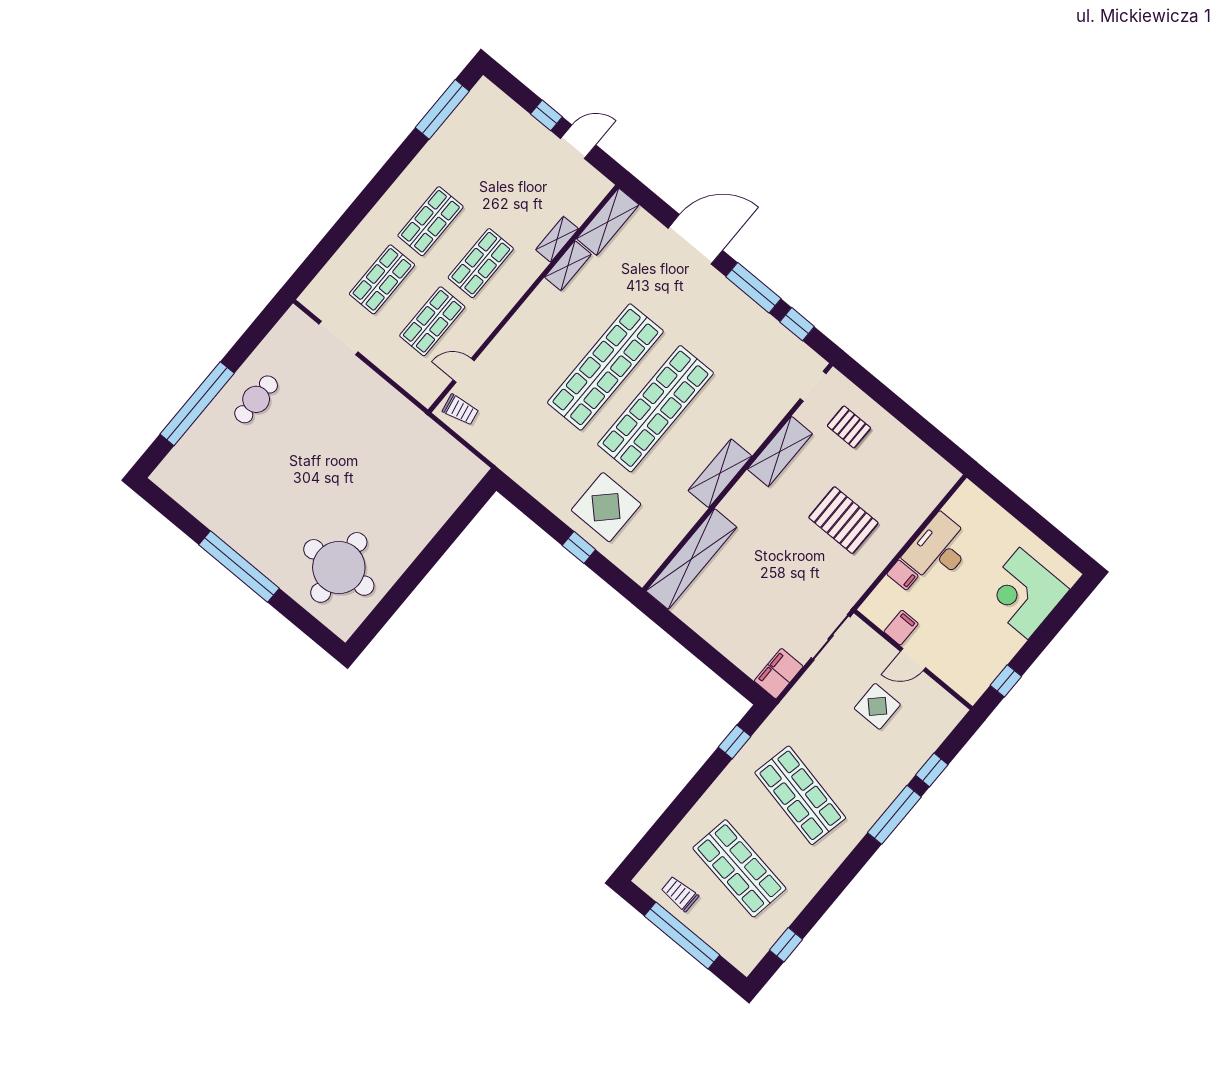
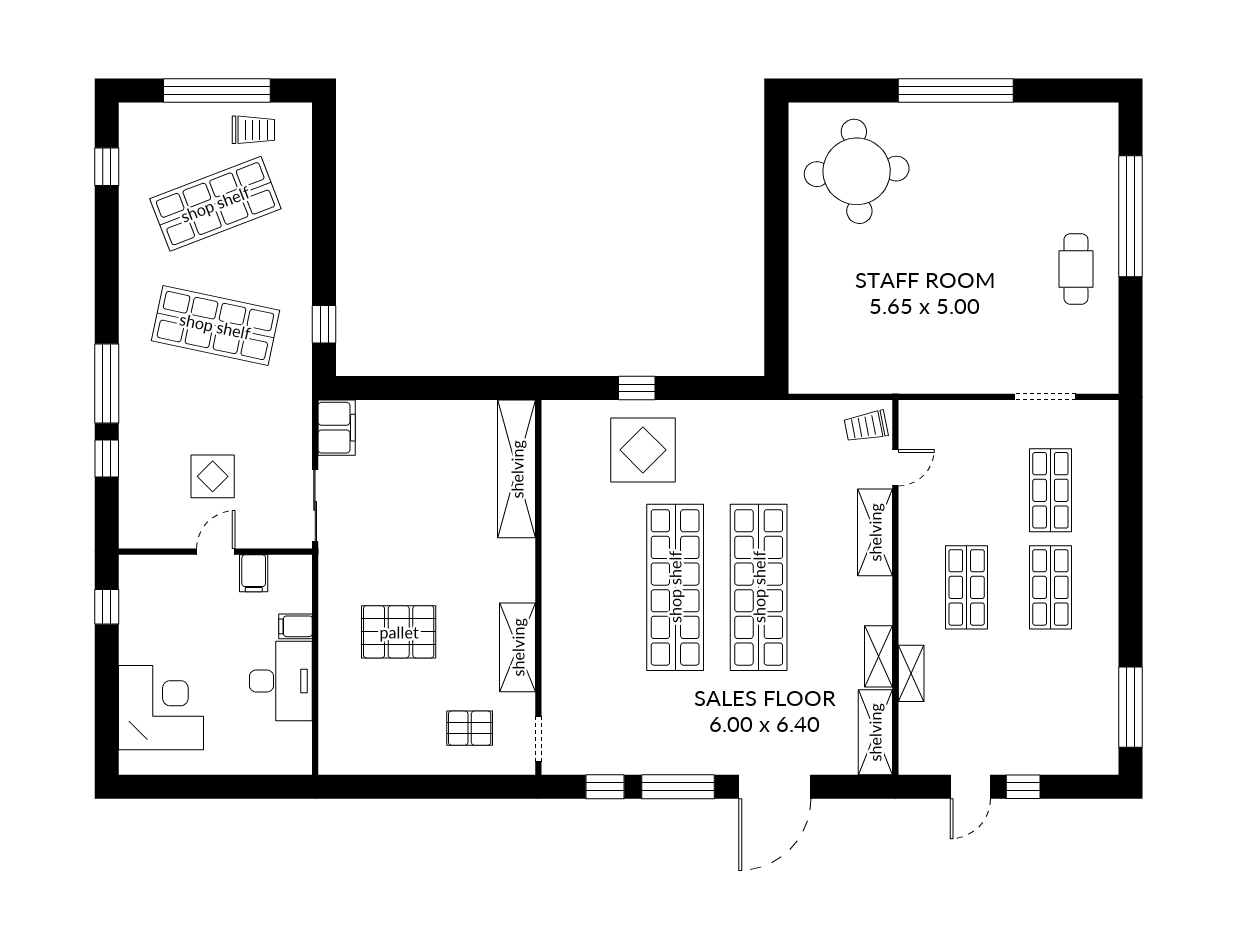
shop shelf: (432, 321) -> (967, 490), removed
shelving: (720, 473) -> (875, 532), moved
shop shelf: (739, 868) -> (215, 204), turned -30

